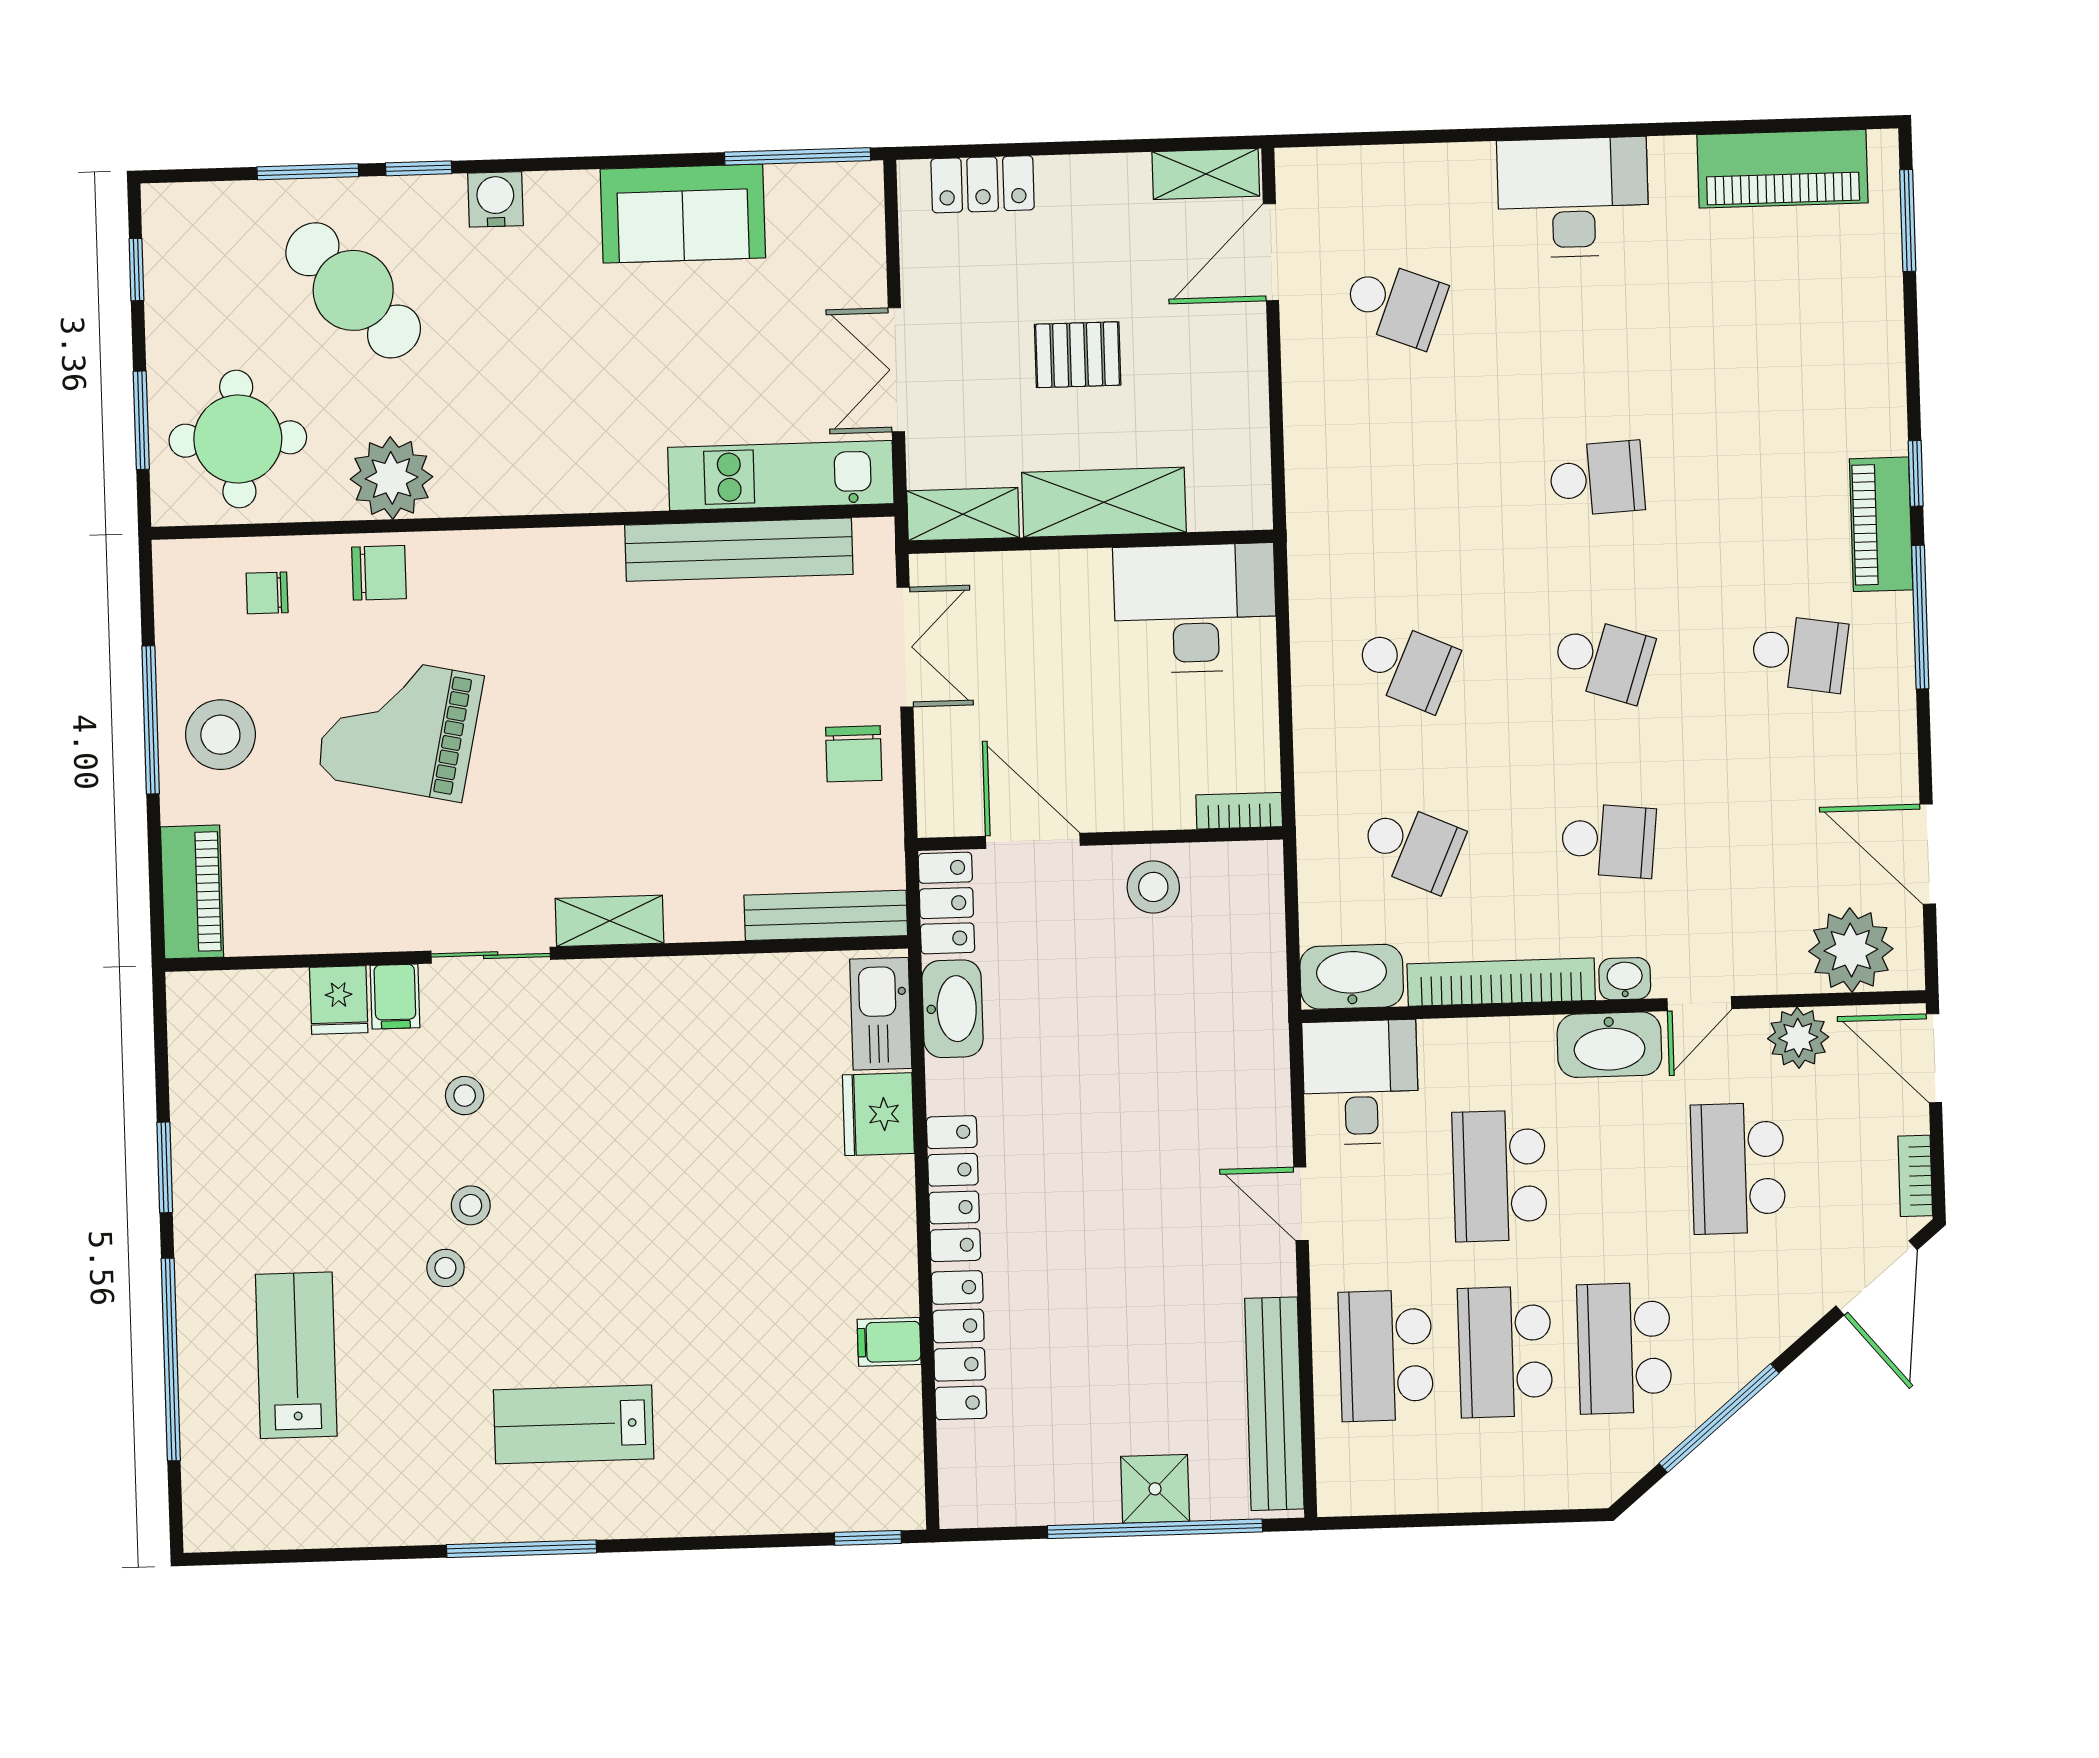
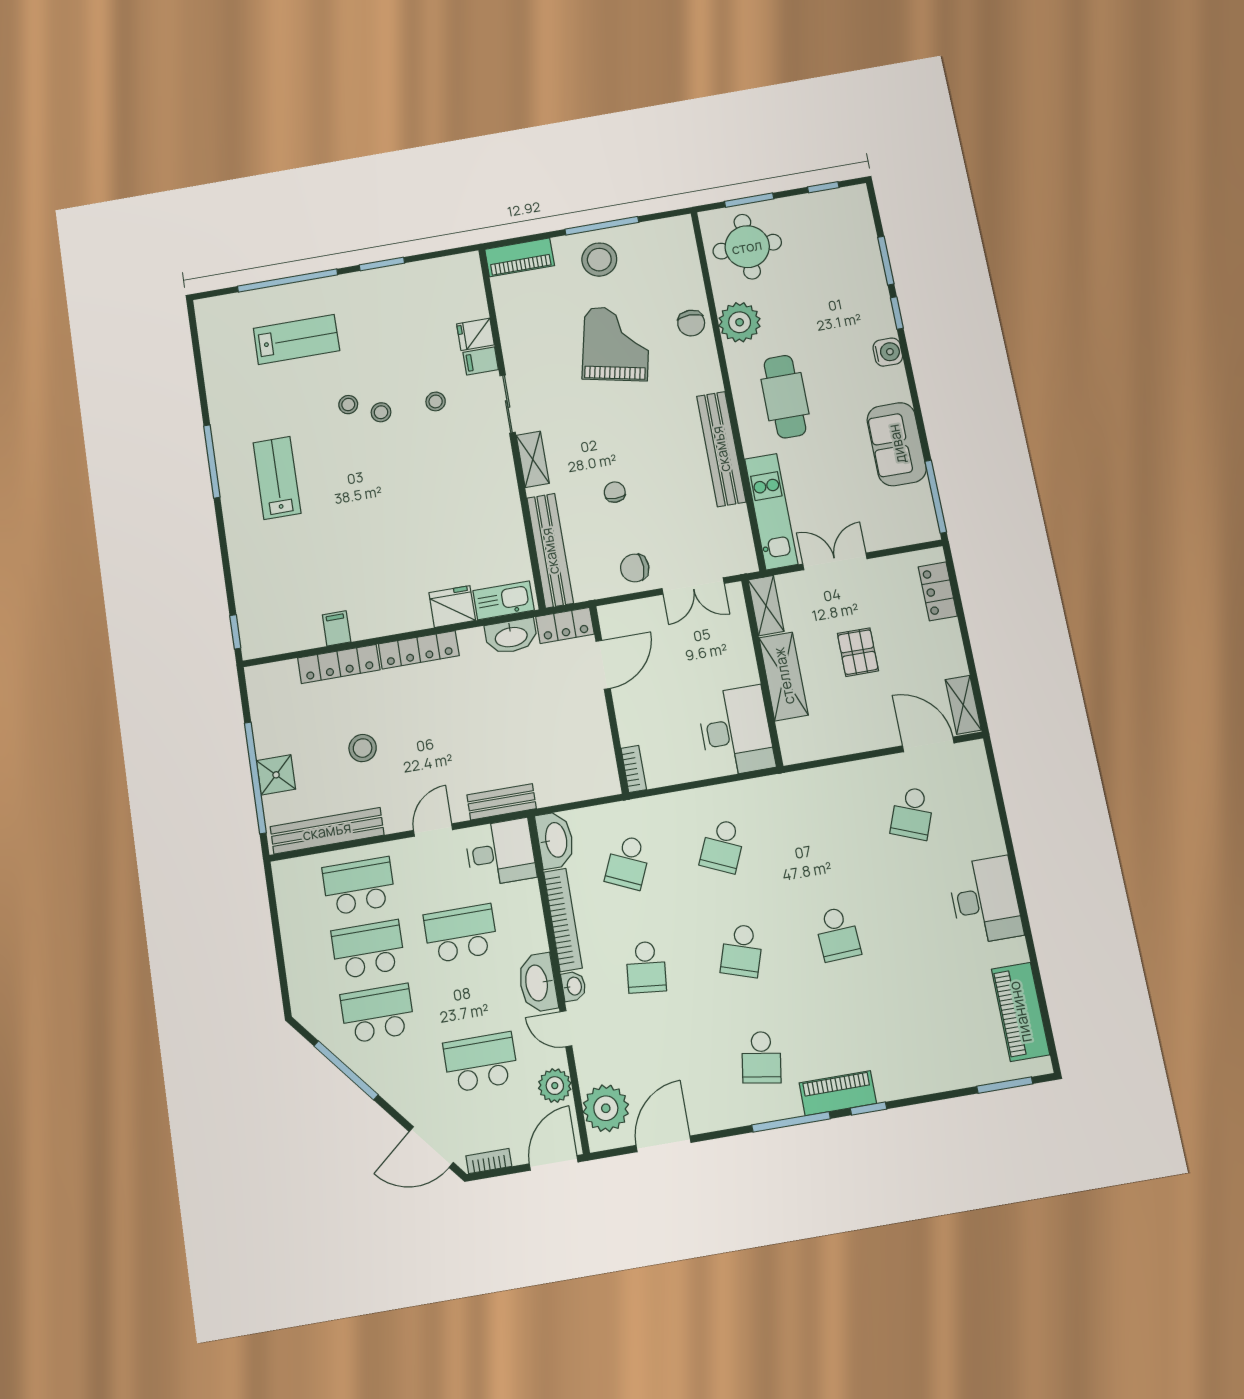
cafe table: (353, 290) -> (785, 397), moved, turned -47
bench: (739, 550) -> (721, 449), moved
chair: (267, 593) -> (615, 492), moved
stool: (1153, 887) -> (363, 748), moved
bench: (826, 915) -> (550, 551), width x1.37, depth x1.21
bench: (1266, 1068) -> (502, 802), added

